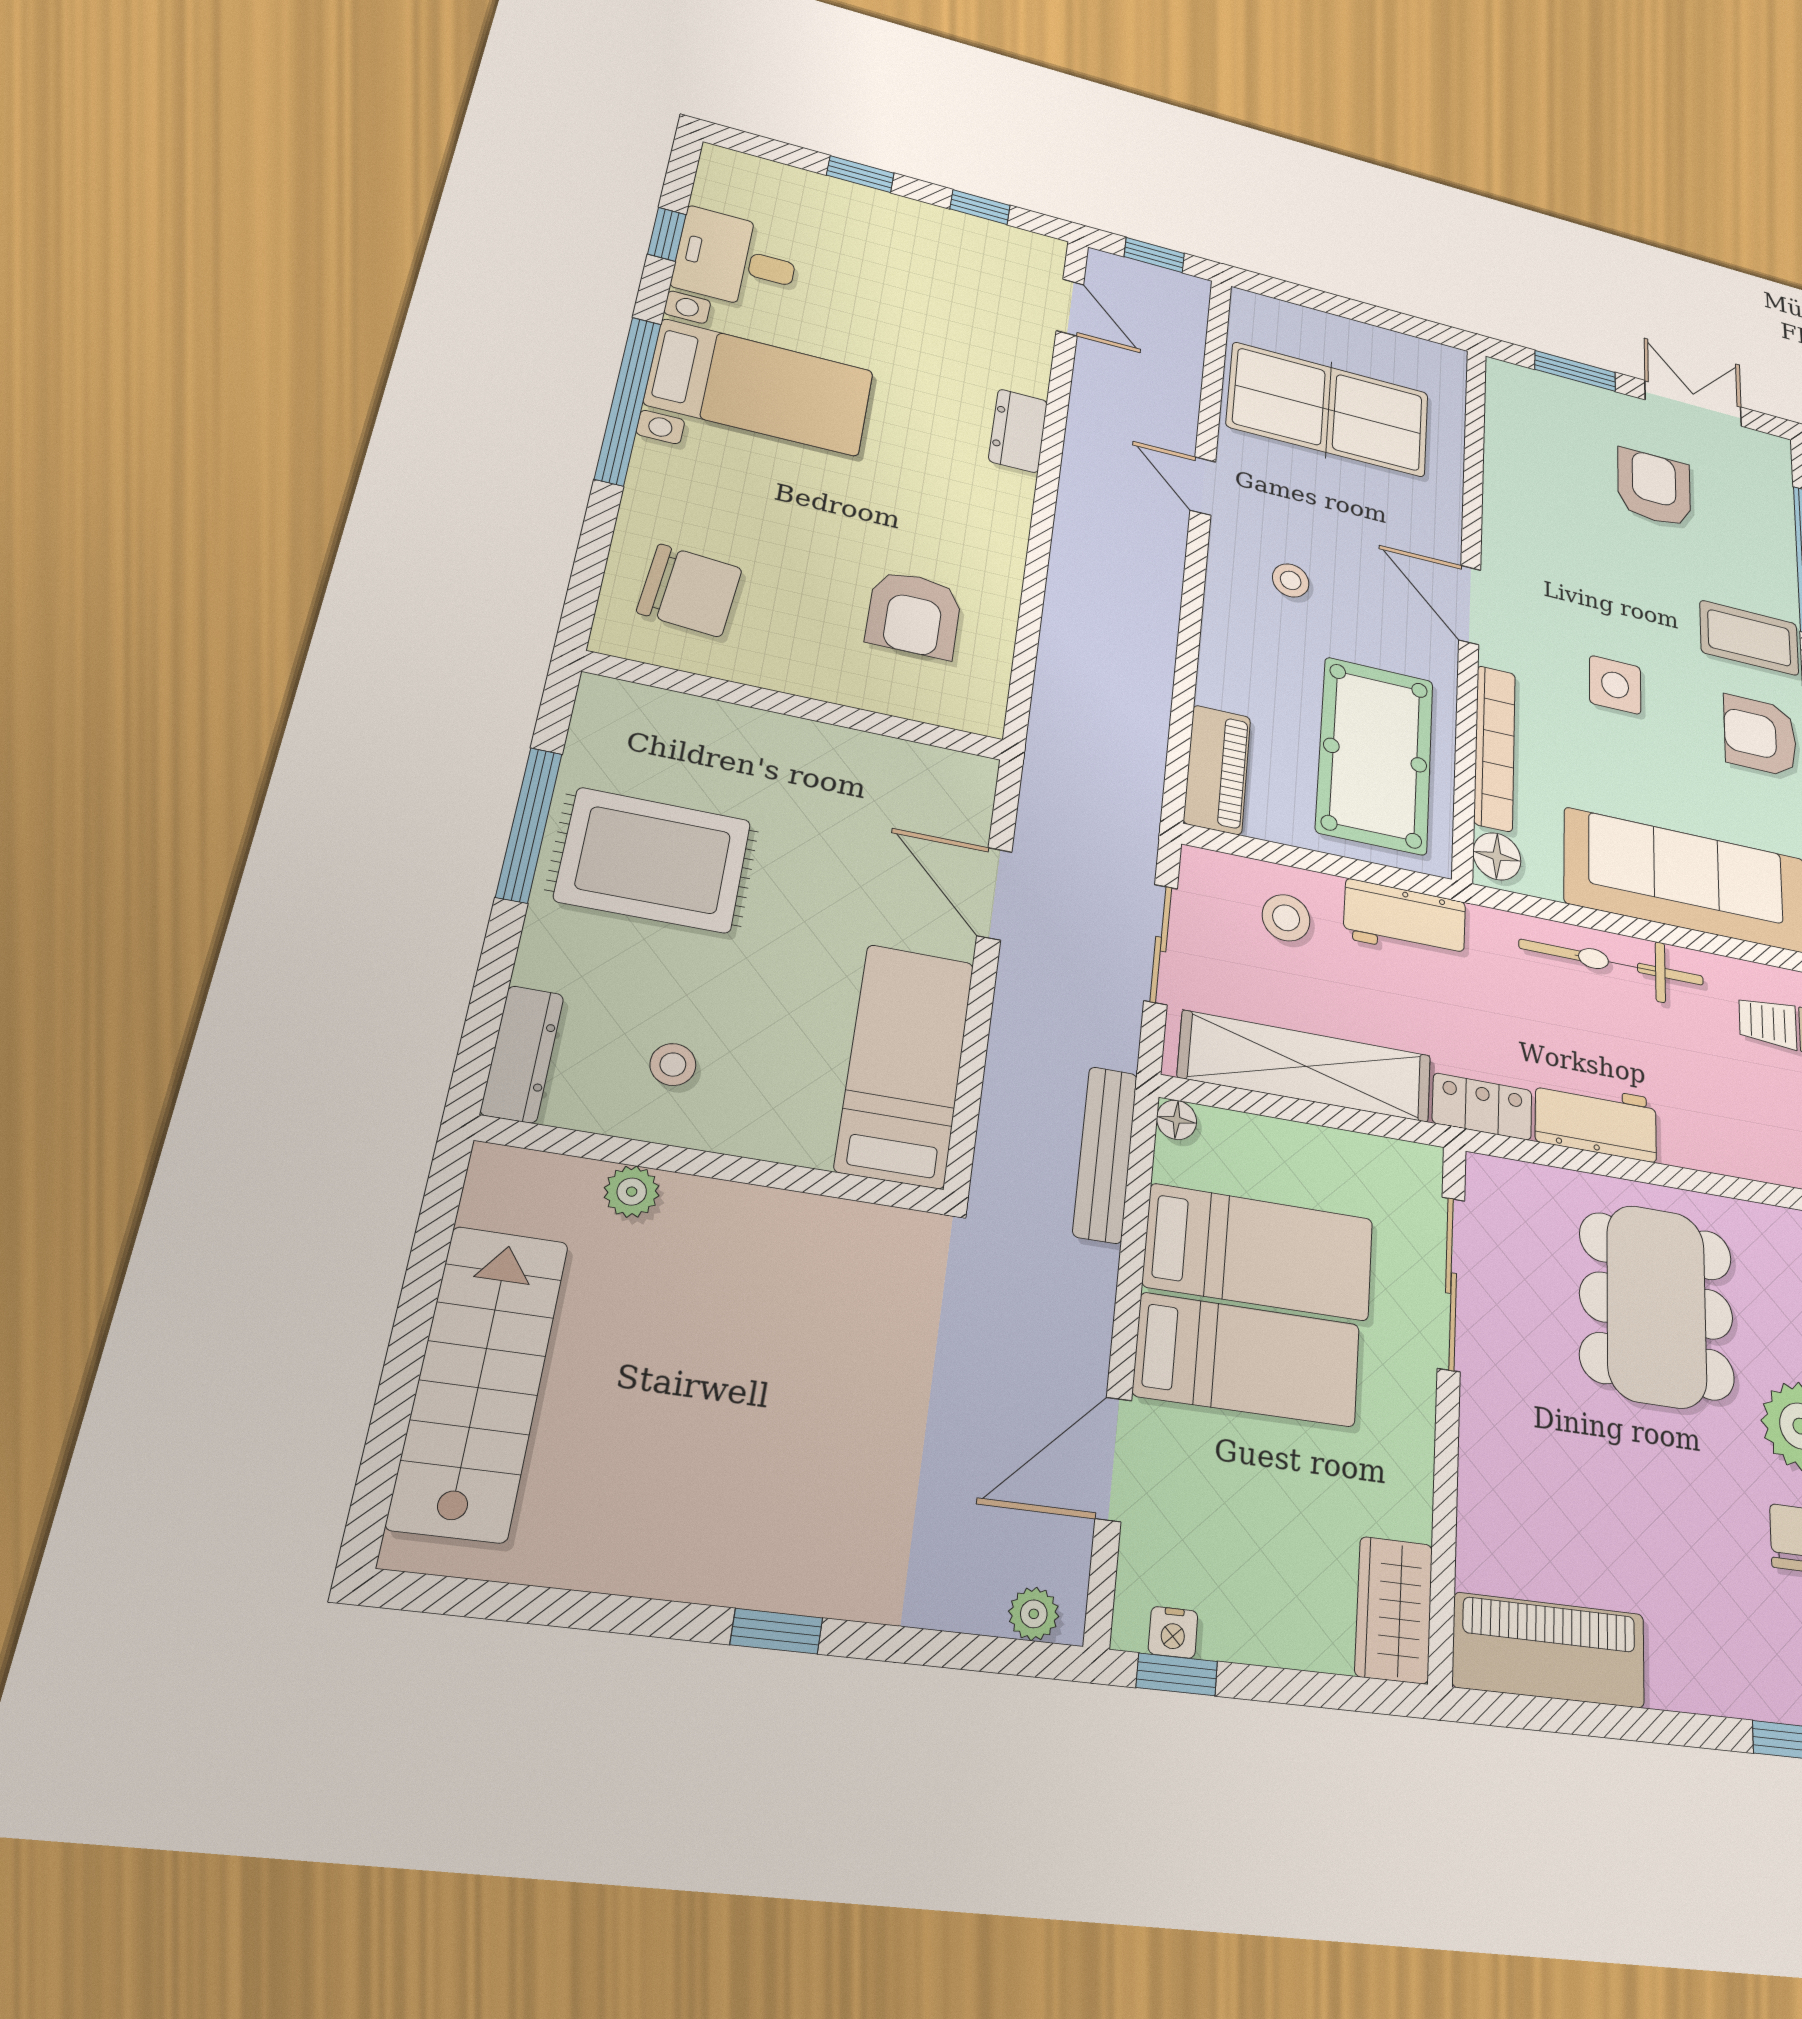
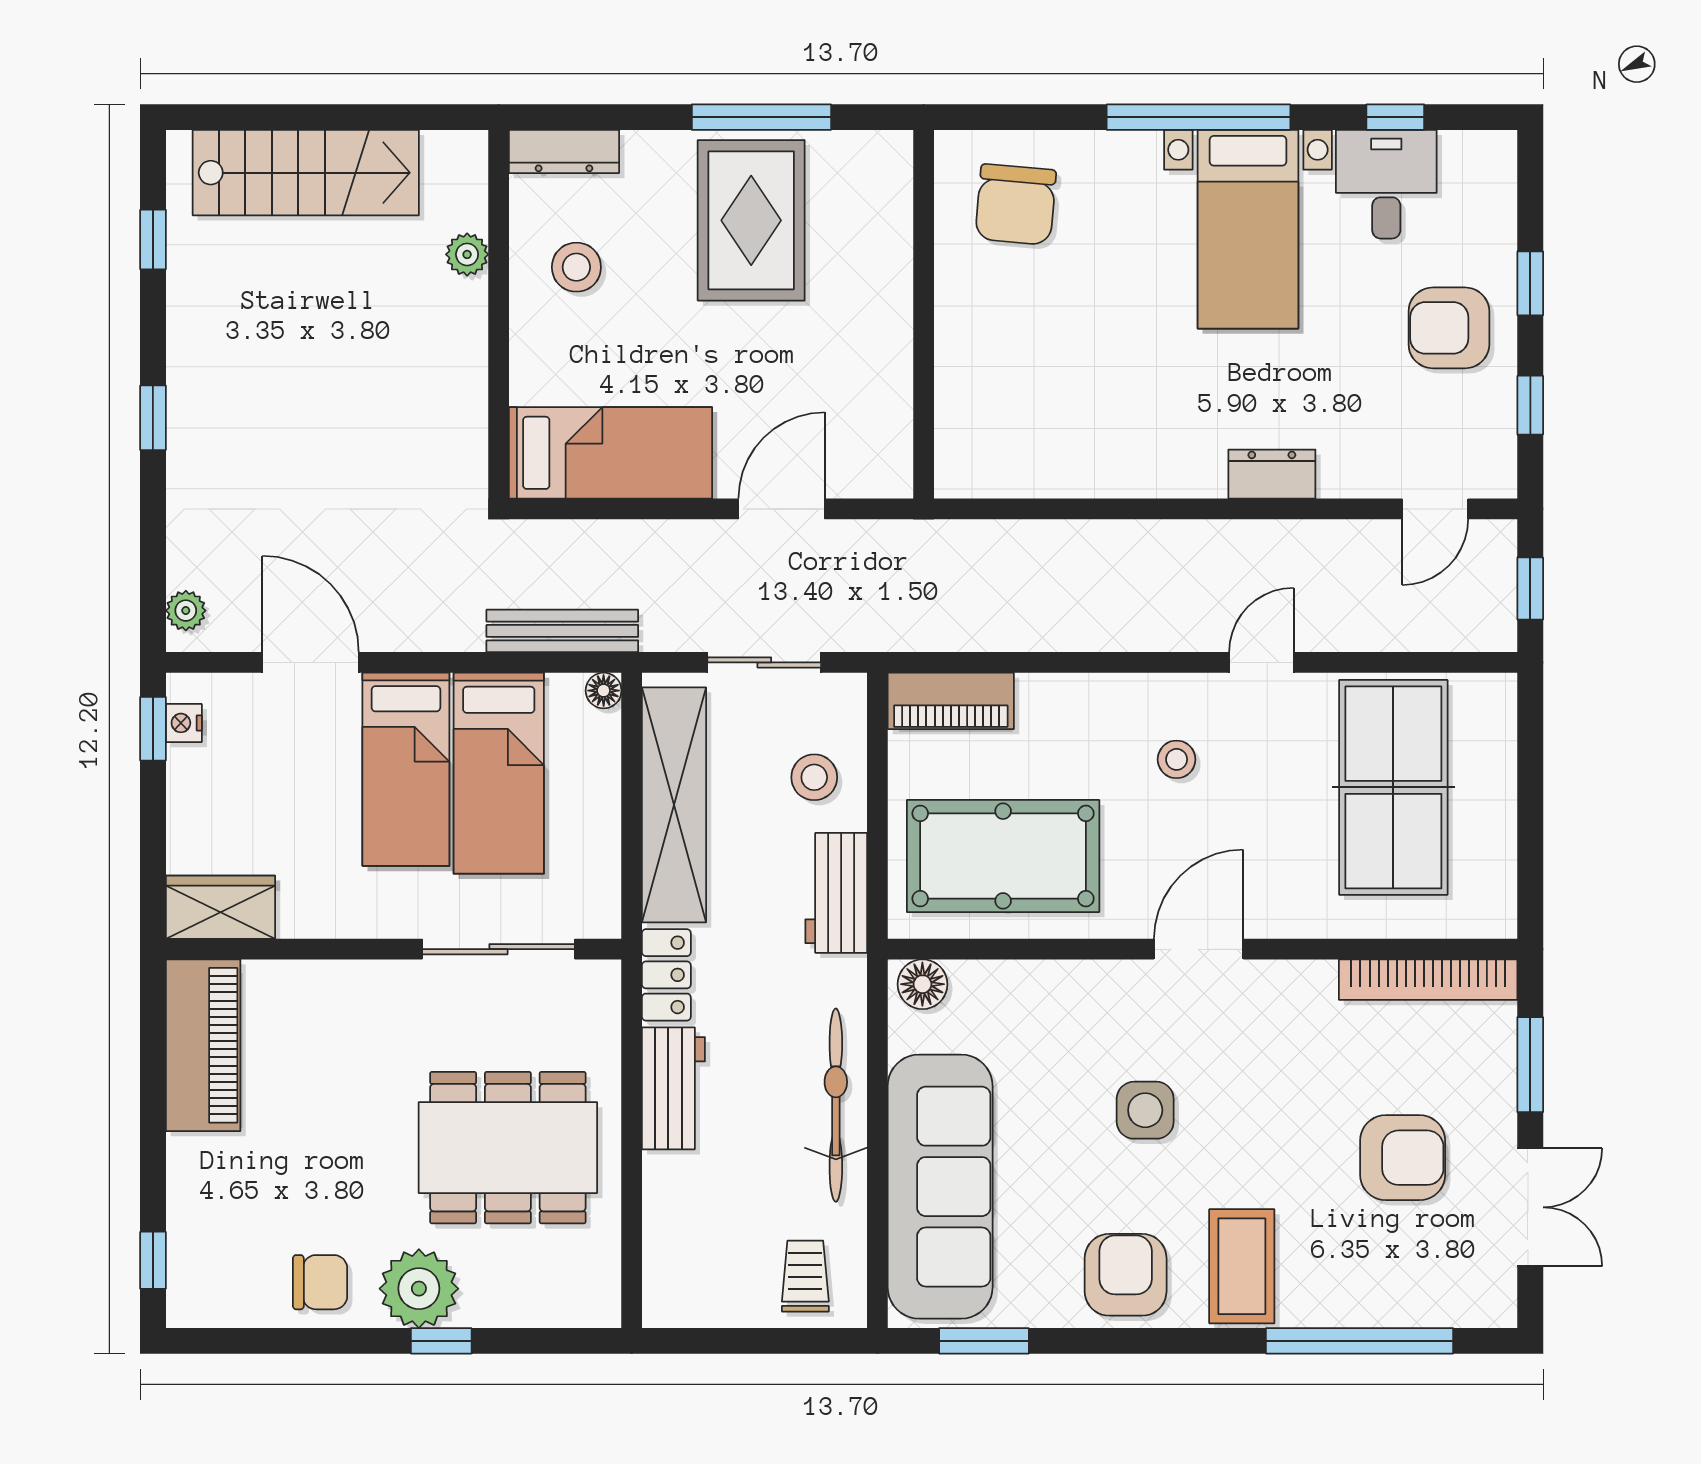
armchair: (914, 614) -> (1449, 328), moved
bookcase: (1495, 748) -> (1428, 980), moved
stool: (673, 1065) -> (576, 267), width x1.37, depth x1.37
window: (529, 1604) -> (153, 239), added

